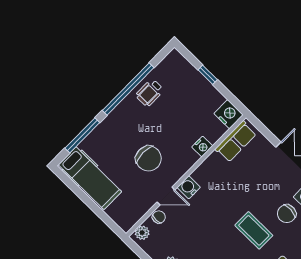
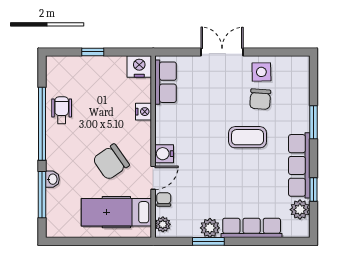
wheelchair: (150, 93) -> (62, 110), turned 180
washbasin: (99, 132) -> (52, 179), added
chair: (148, 158) -> (111, 162), turned 145
hospital bed: (90, 178) -> (116, 212), moved, turned 180

